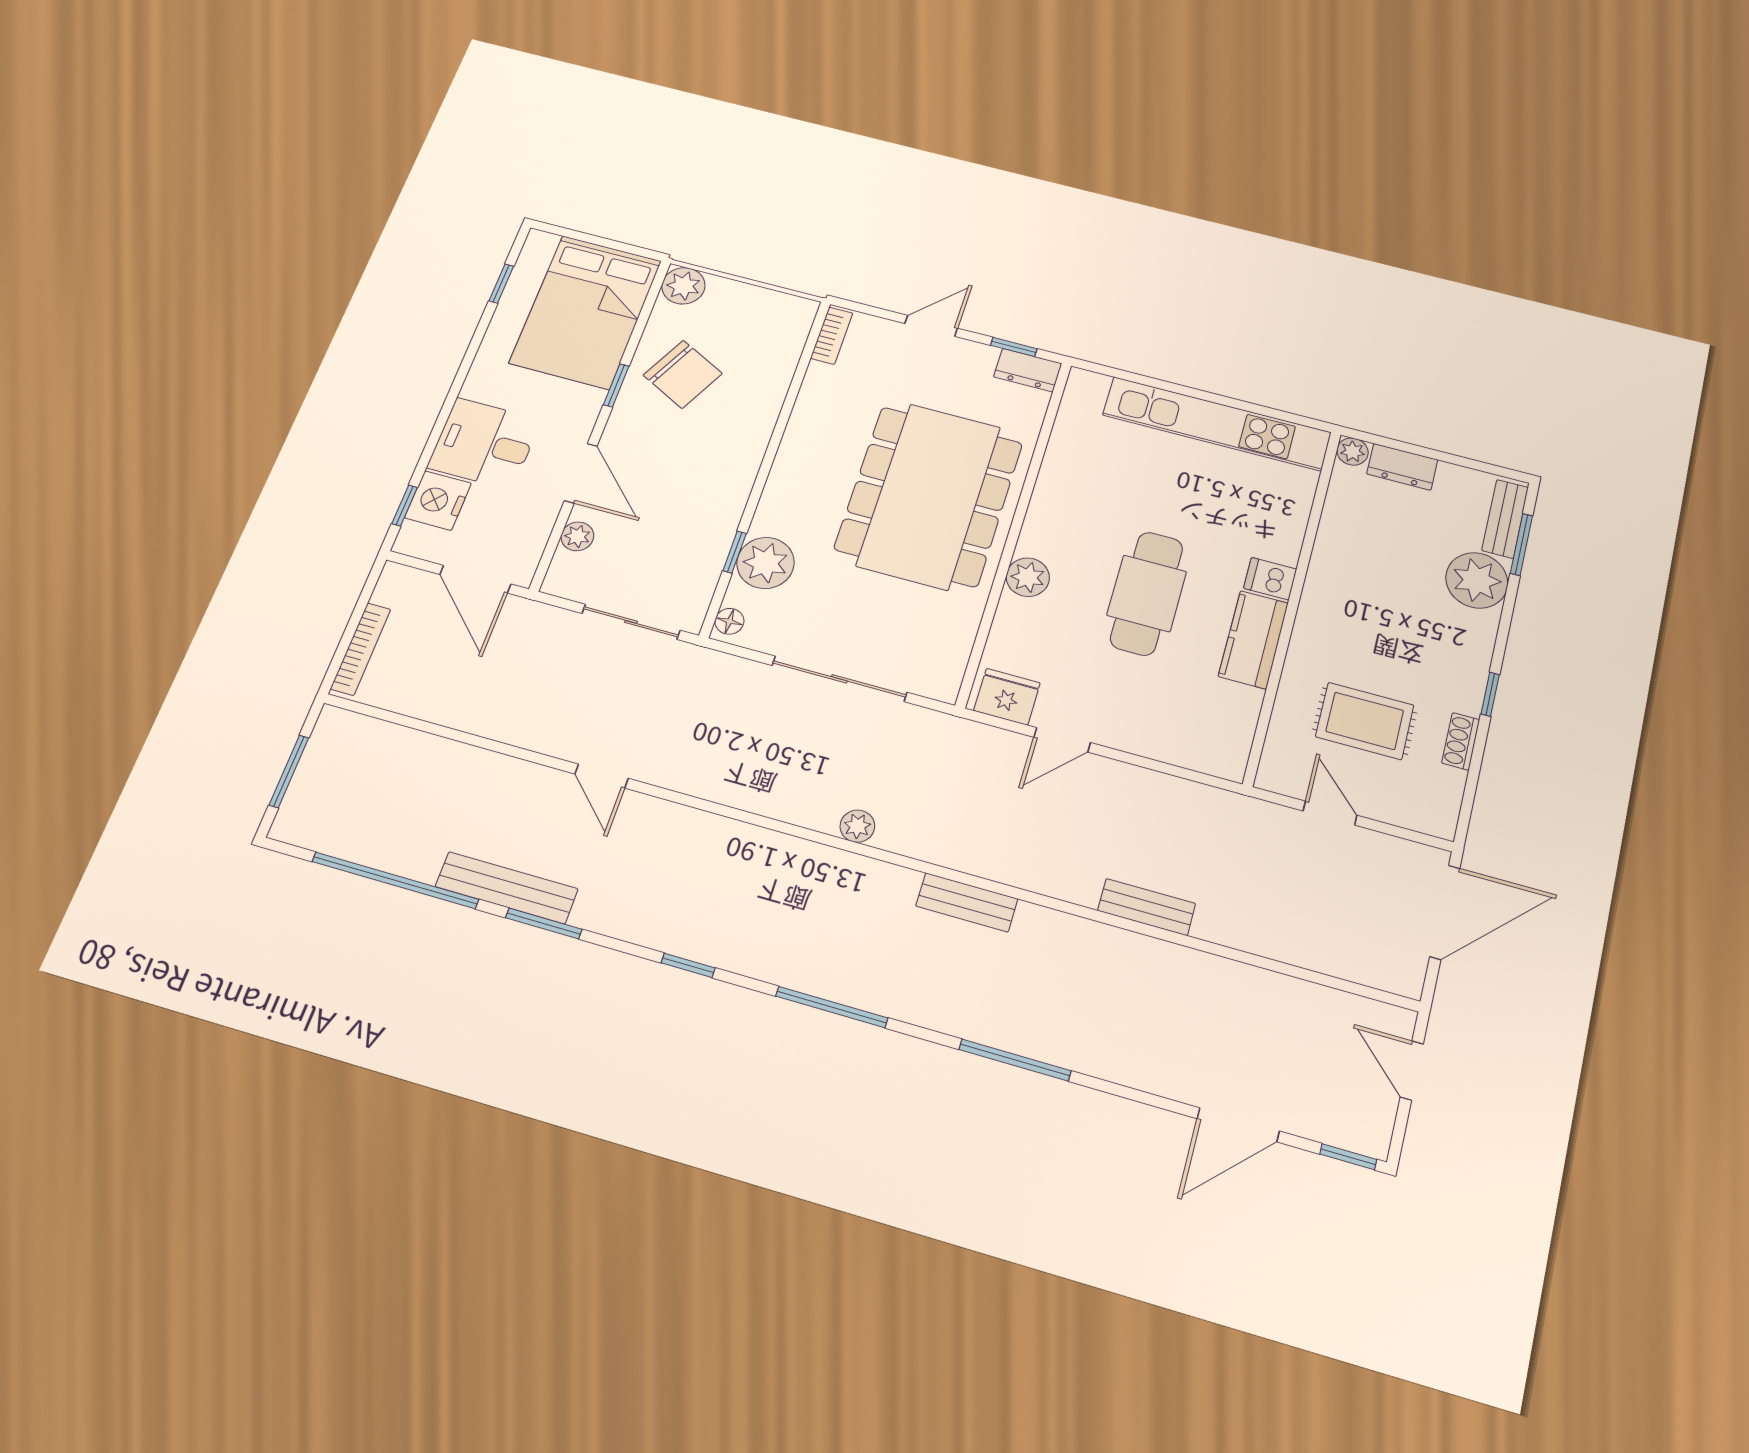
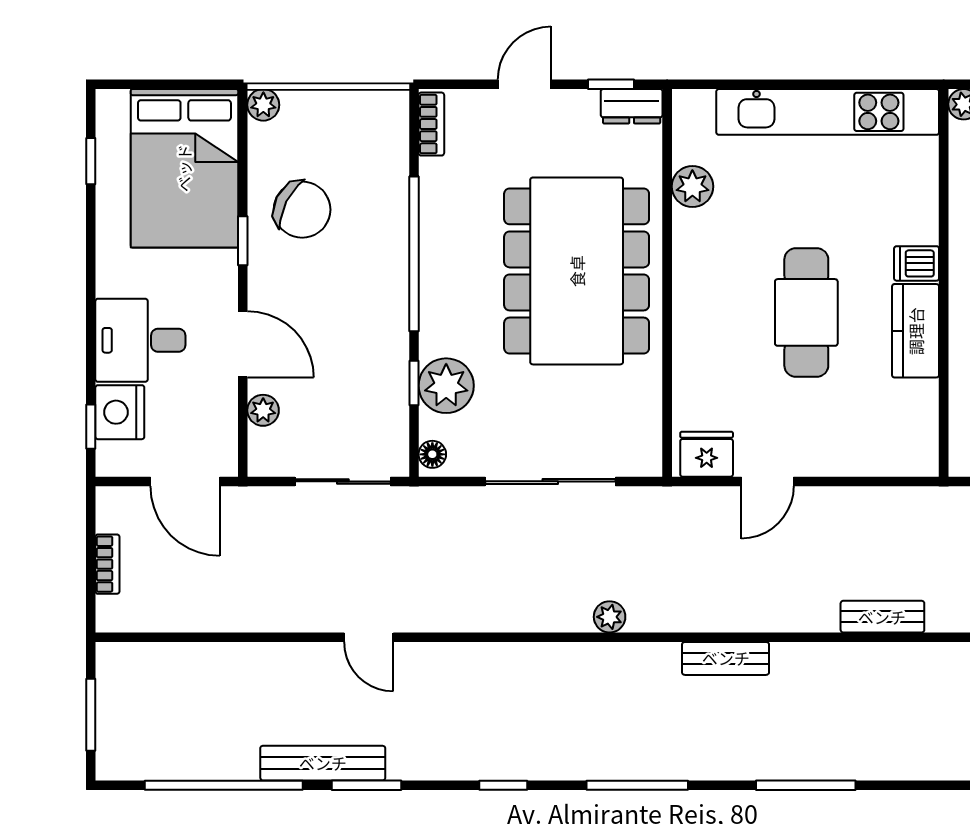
plant: (683, 286) -> (263, 105), width x0.73, depth x0.73
window: (776, 440) -> (414, 254), added
plant: (1028, 577) -> (692, 186), moved
bookcase: (361, 649) -> (107, 564), width x0.64

